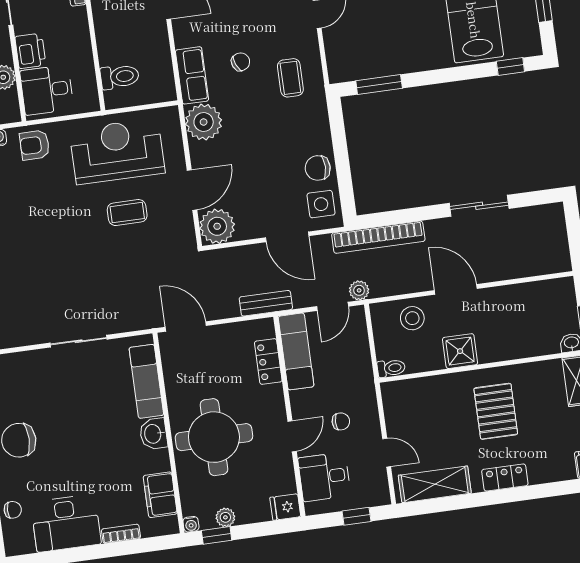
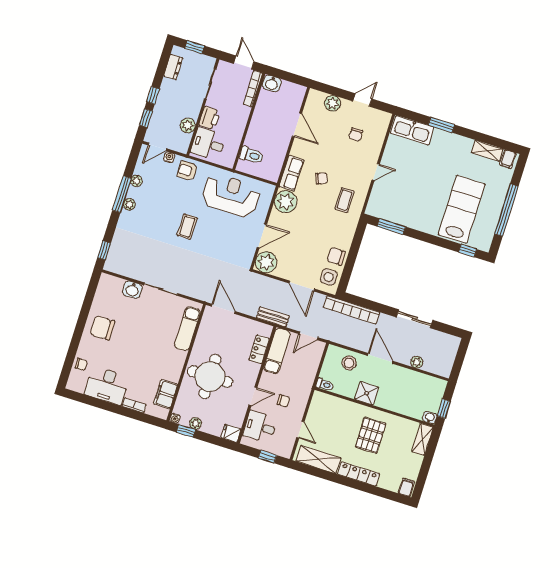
coffee table: (127, 213) -> (187, 227), moved, turned 90
plant: (359, 290) -> (417, 362), moved
washbasin: (153, 434) -> (132, 290), moved, turned -90
locker: (505, 478) -> (358, 474), width x1.53

